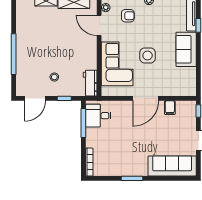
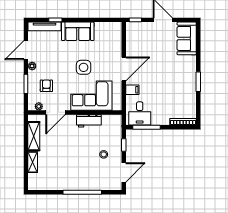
workbench: (90, 83) -> (89, 121), moved
door: (35, 98) -> (124, 172), hinge flipped
door: (146, 98) -> (124, 69), hinge flipped
filing cabinet: (170, 108) -> (132, 90), moved
sofa: (172, 166) -> (187, 38), width x0.73

